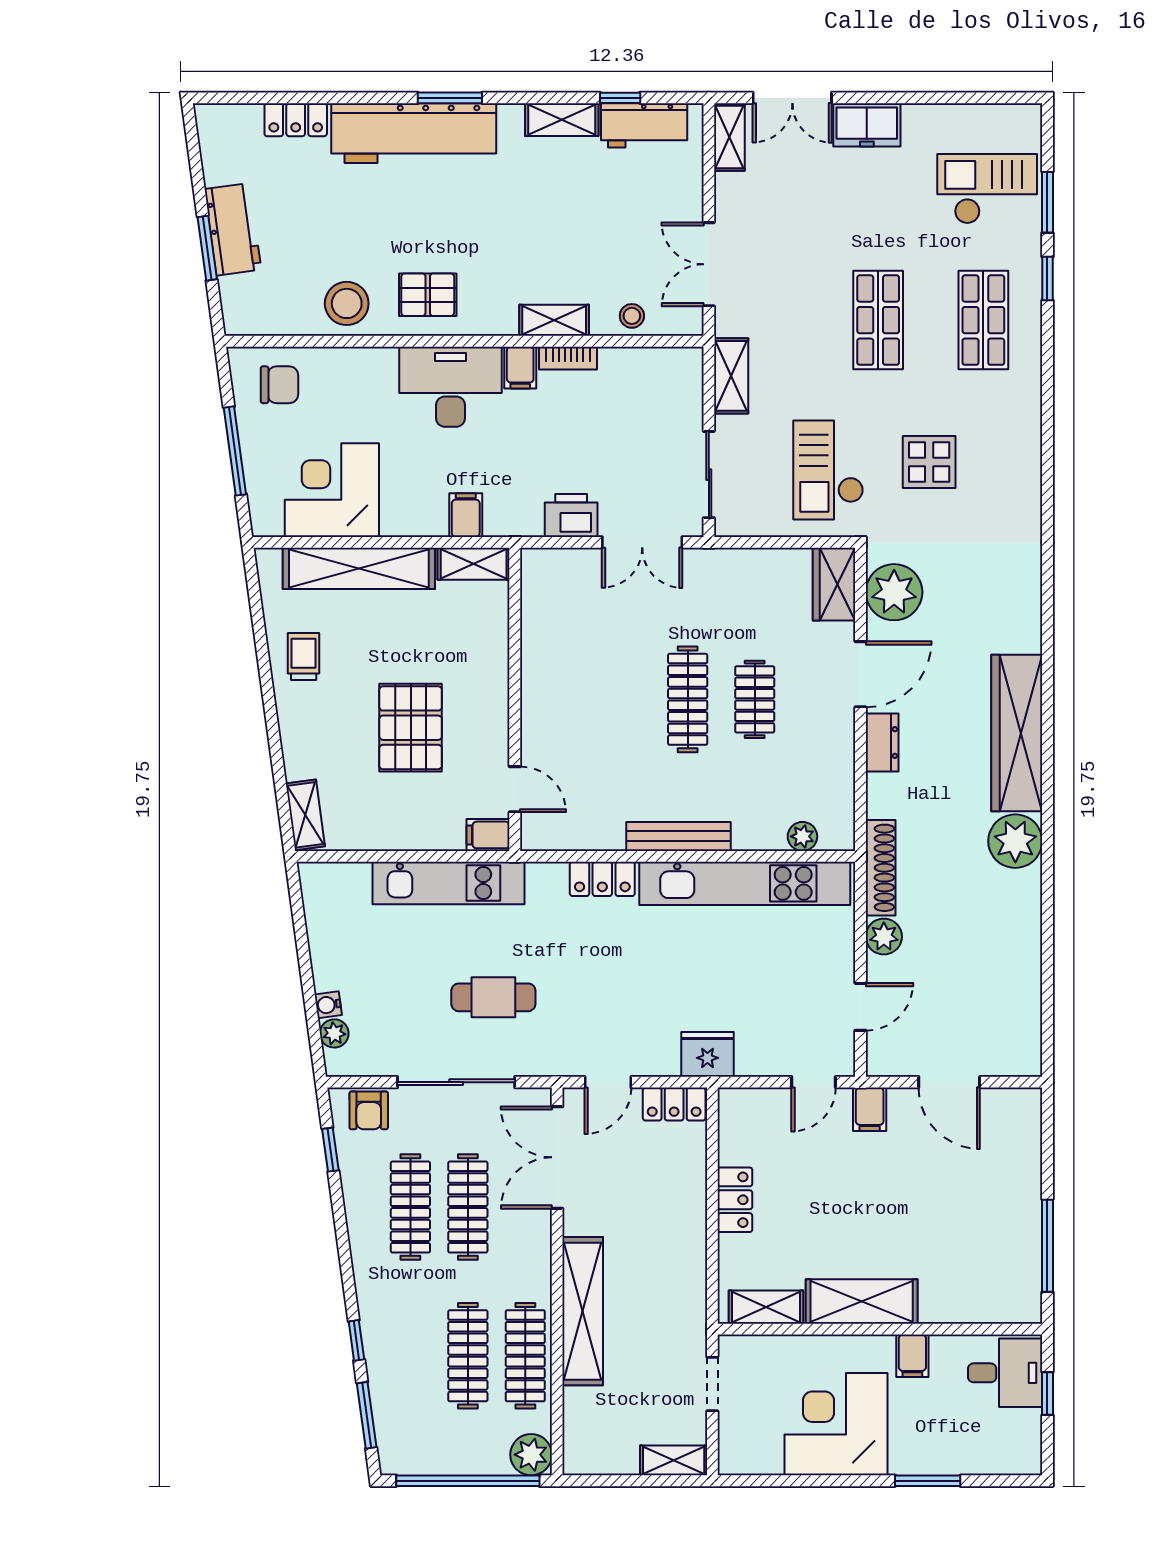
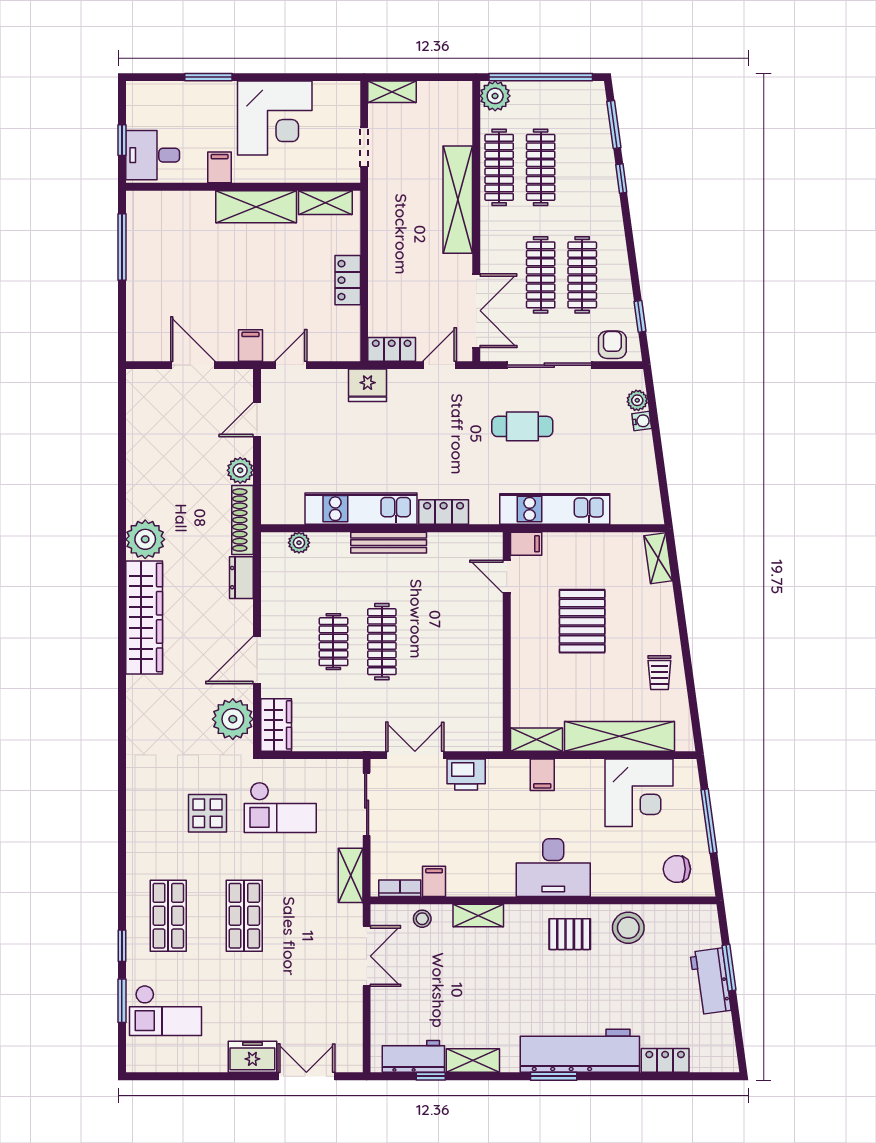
shelving: (729, 137) -> (352, 1048), removed
bookcase: (568, 358) -> (400, 888), moved
filing cabinet: (520, 368) -> (434, 881), moved
checkout: (828, 470) -> (280, 807), turned 90
dresser: (882, 743) -> (241, 578), moved
kitchen unit: (745, 883) -> (361, 509), width x0.73

